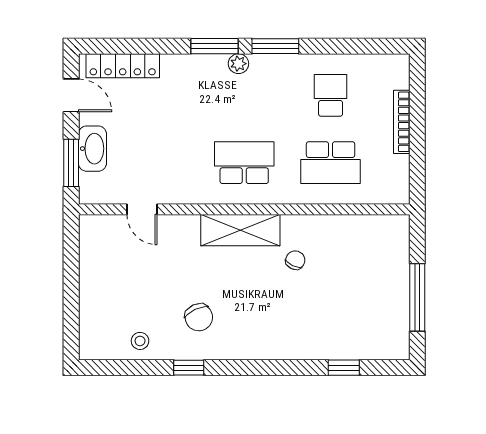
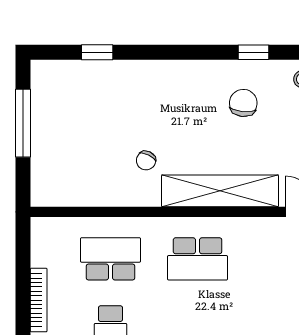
shelving: (240, 230) -> (220, 191), width x1.47
chair: (199, 317) -> (243, 103), turned 31

